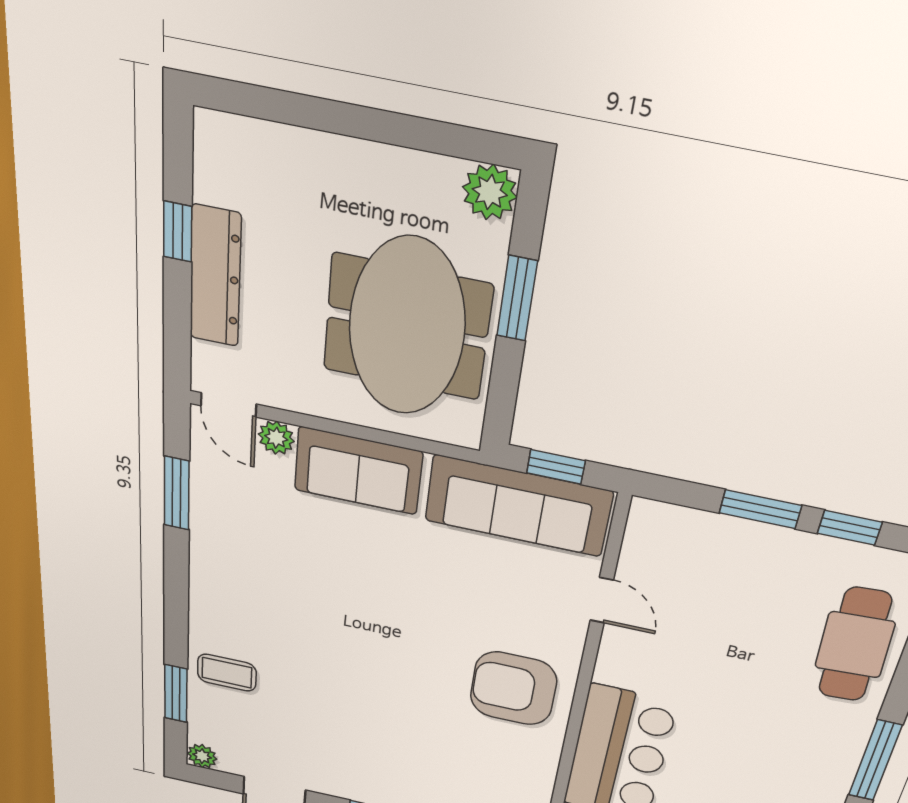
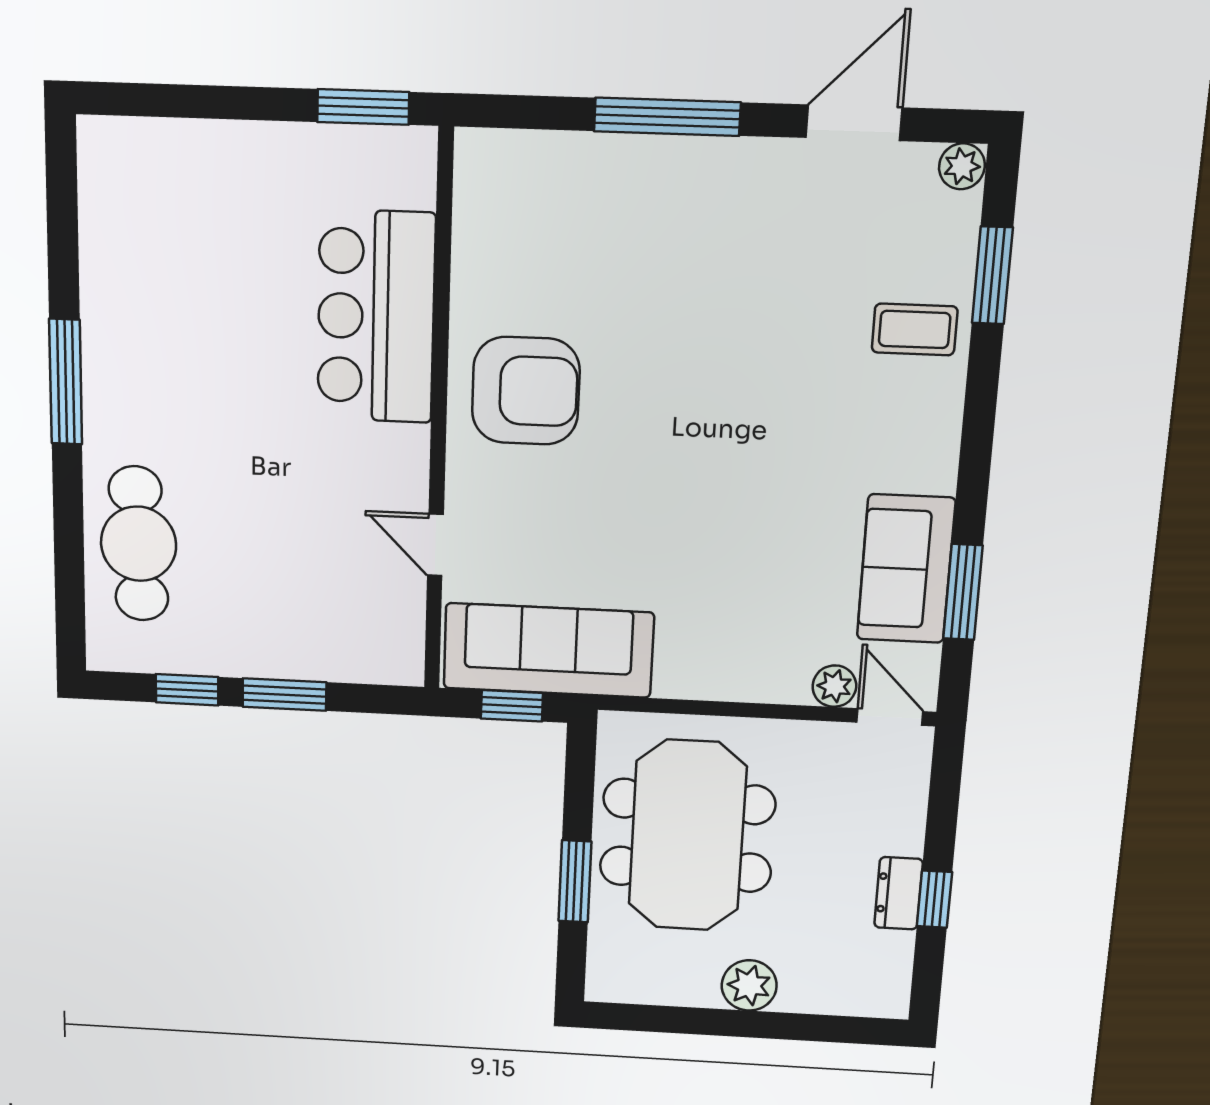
plant: (490, 192) -> (749, 985), moved
dresser: (215, 277) -> (899, 893), width x0.51, depth x0.80
sofa: (358, 471) -> (906, 569), moved, turned -90

